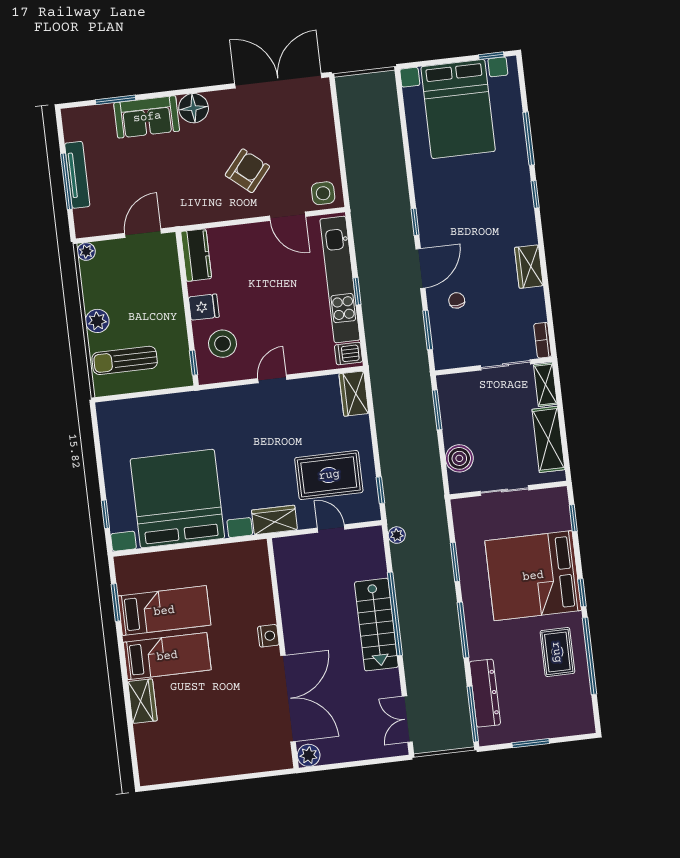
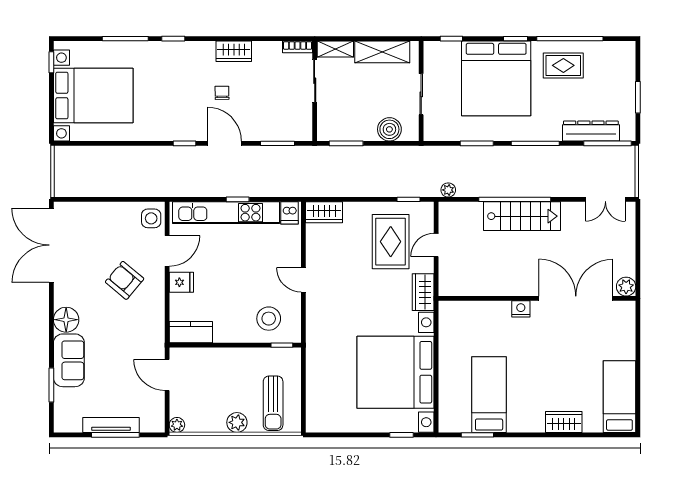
chair: (457, 300) -> (222, 93), moved, turned 95
fridge: (204, 307) -> (181, 282), moved, turned 90
bed: (167, 656) -> (619, 397), moved

